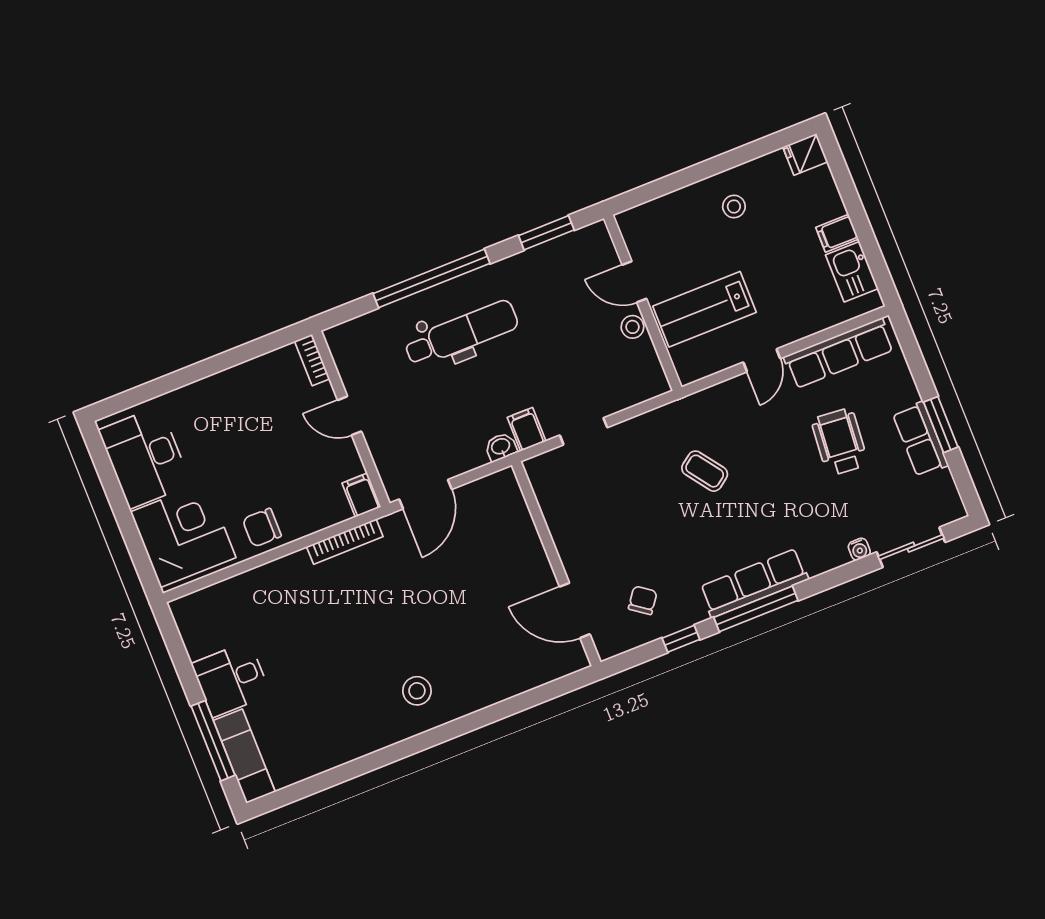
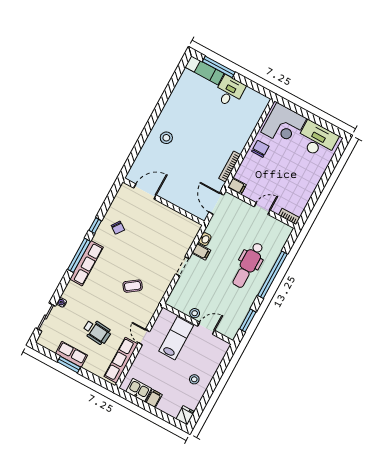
wall: (556, 564) -> (164, 202), moved
door: (575, 610) -> (145, 192), moved

